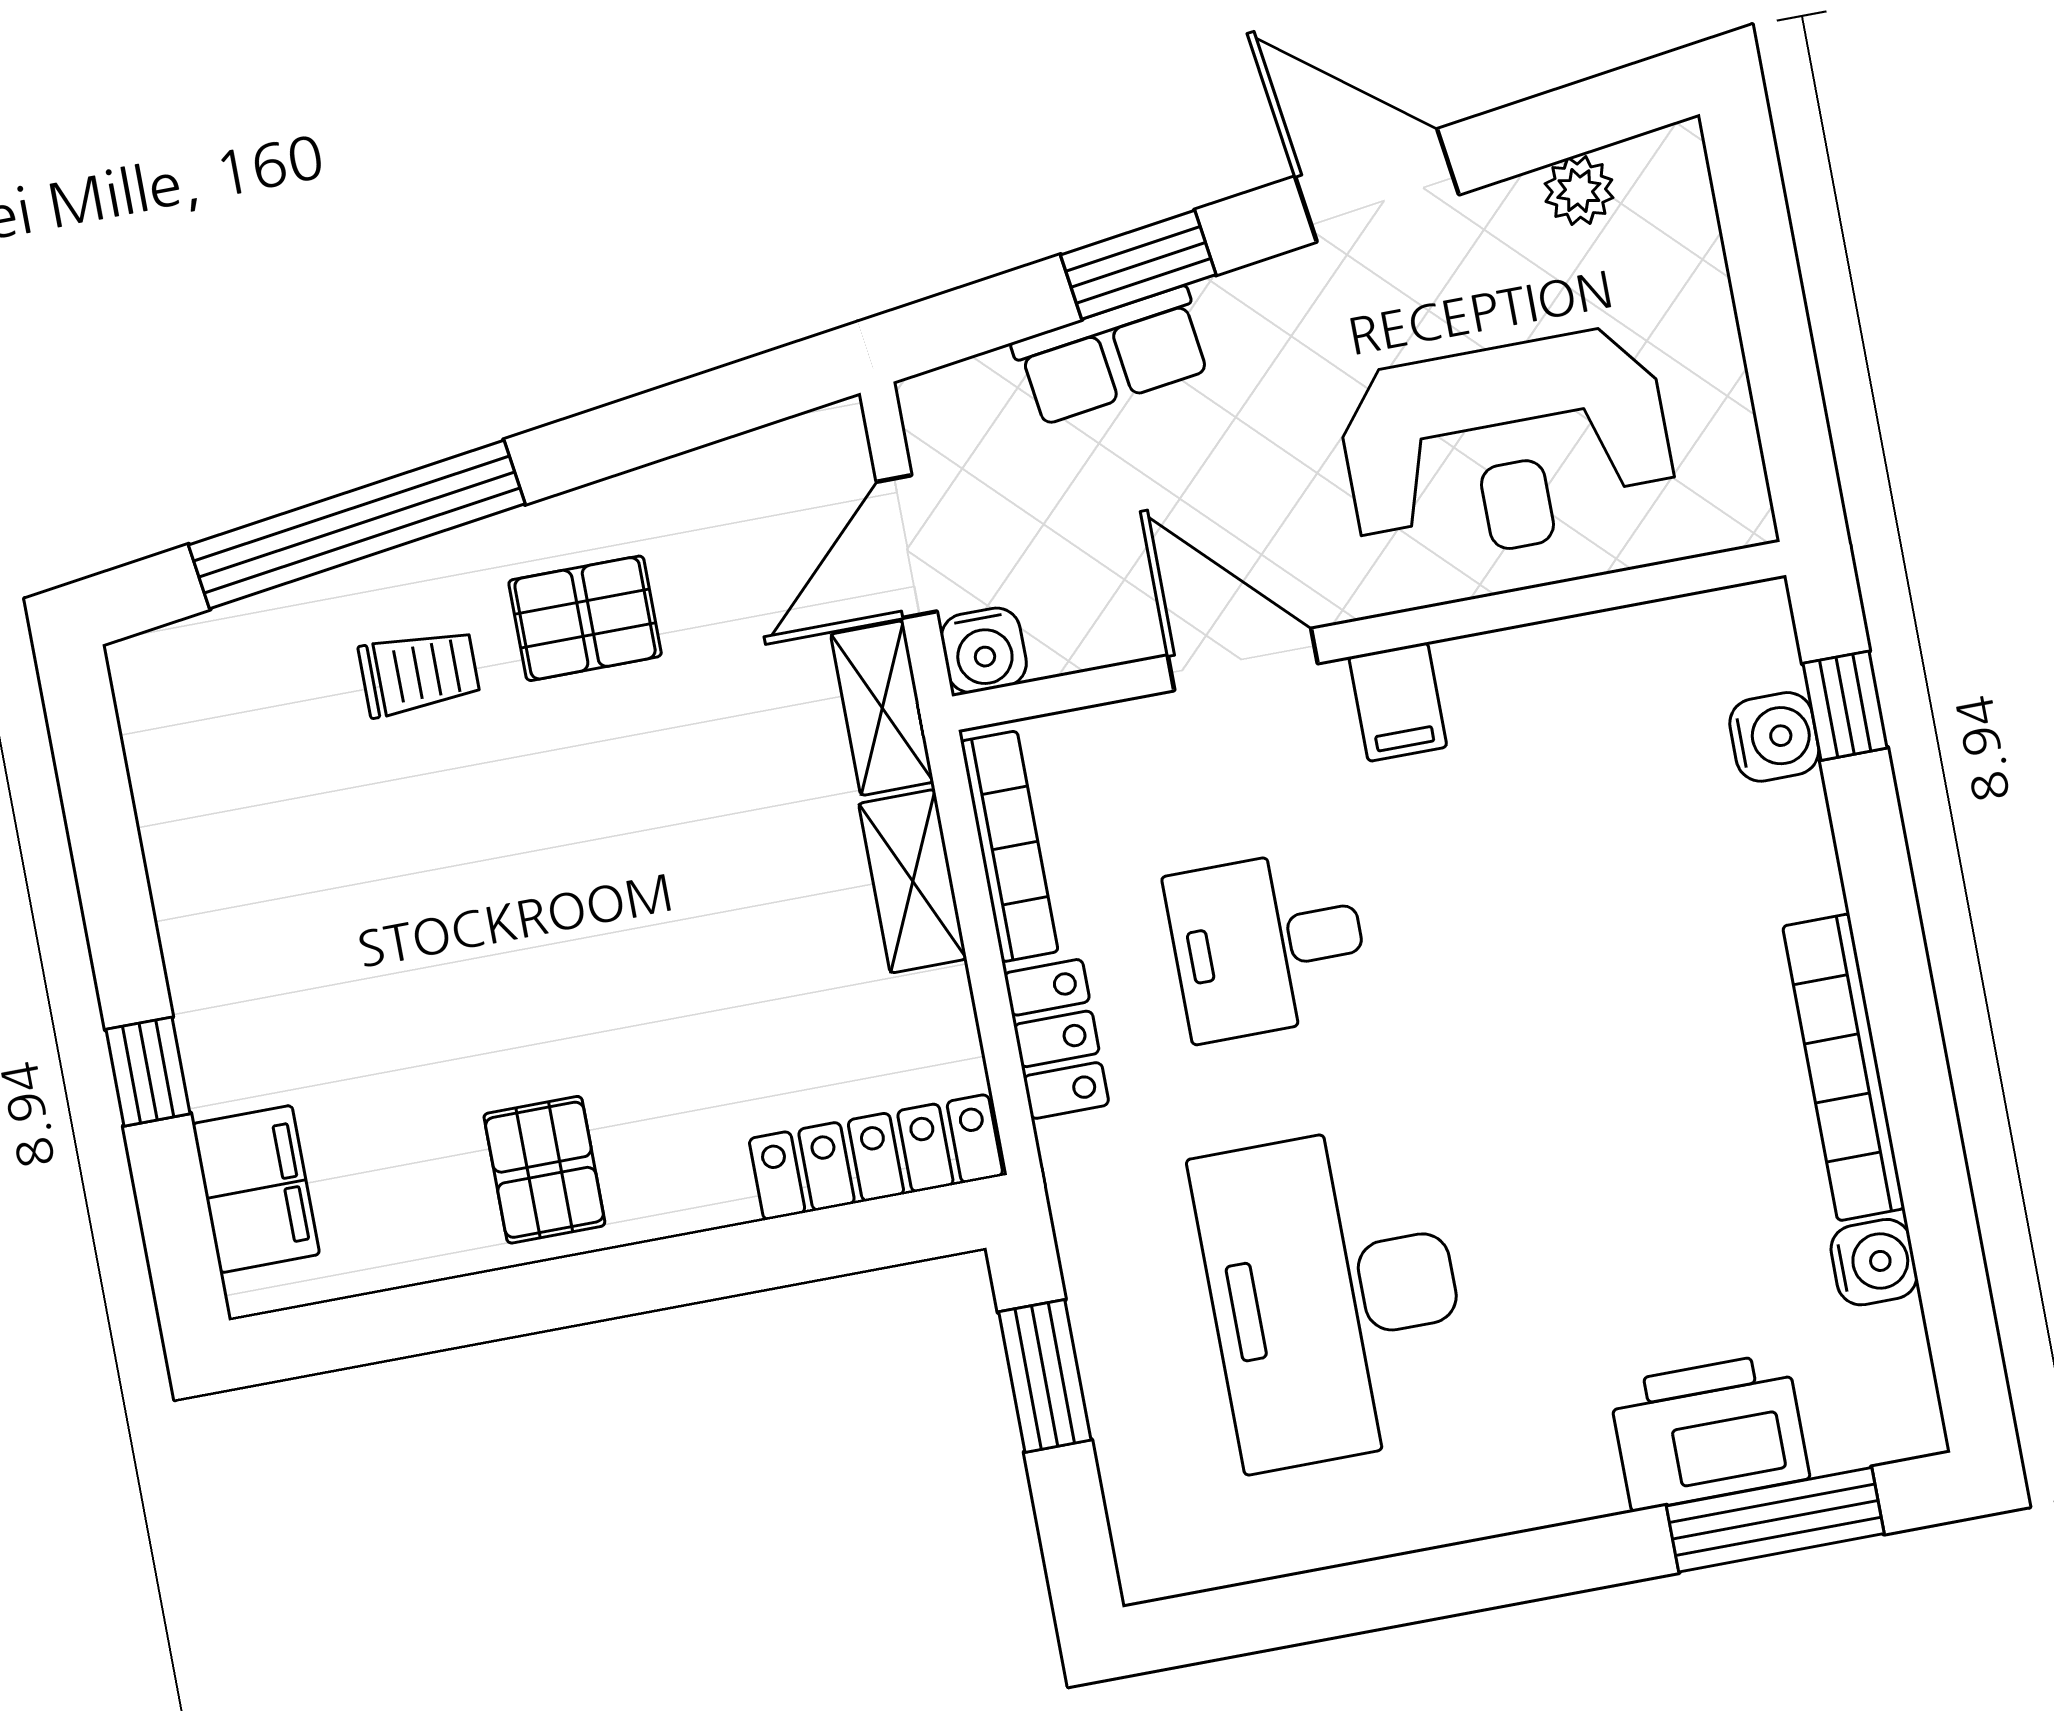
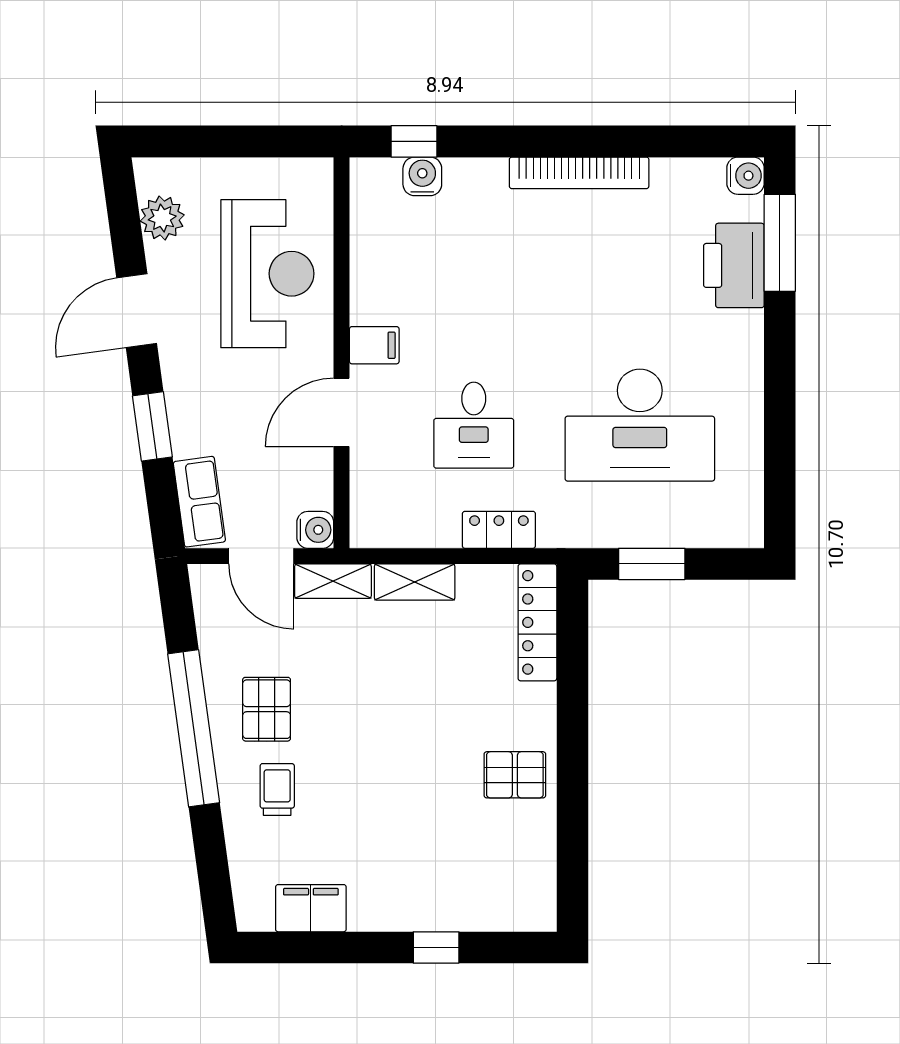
plant: (1579, 191) -> (162, 218), width x1.38, depth x1.38
row of seats: (1112, 356) -> (199, 502), moved
window: (357, 524) -> (194, 728), moved
bookcase: (1009, 846) -> (407, 535), removed
filing cabinet: (256, 1189) -> (311, 908), moved
water cooler: (1874, 1262) -> (746, 176), moved, turned 90

